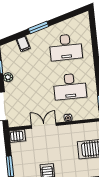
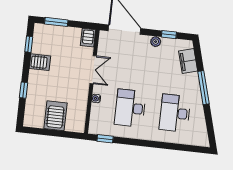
window: (39, 28) -> (203, 88), width x1.44
filing cabinet: (23, 44) -> (188, 61), width x2.00

